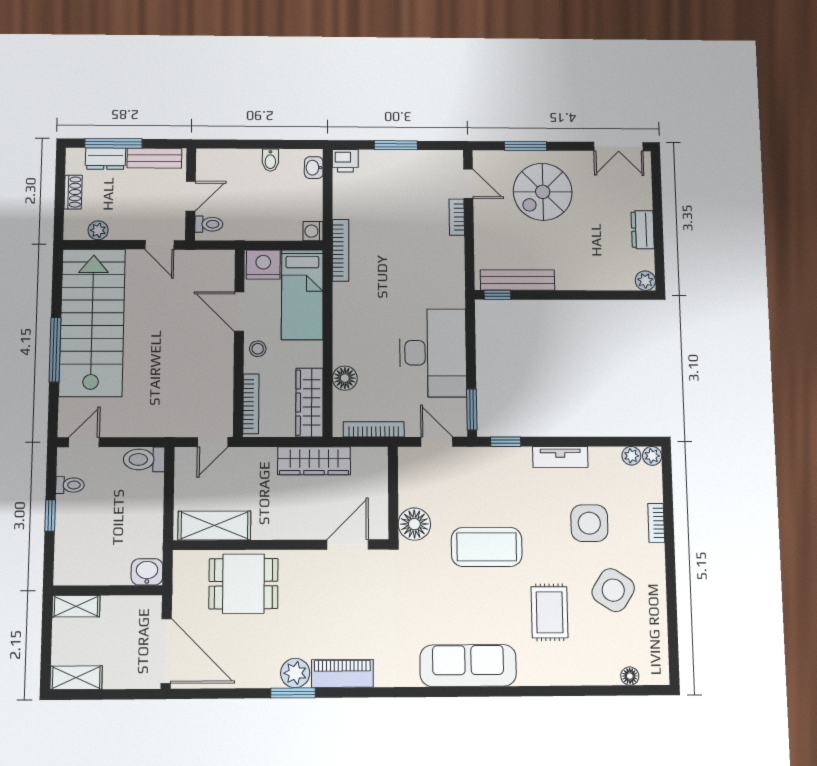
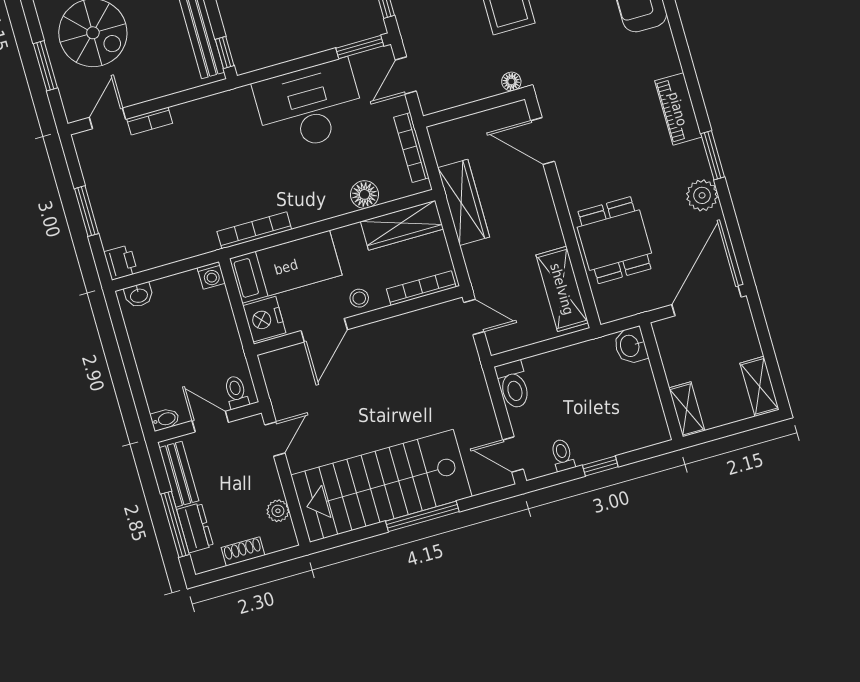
bidet: (270, 160) -> (165, 419), moved
bookcase: (341, 250) -> (254, 230), moved
floor lamp: (414, 524) -> (511, 81), width x0.53, depth x0.53
plant: (295, 673) -> (702, 195), moved

